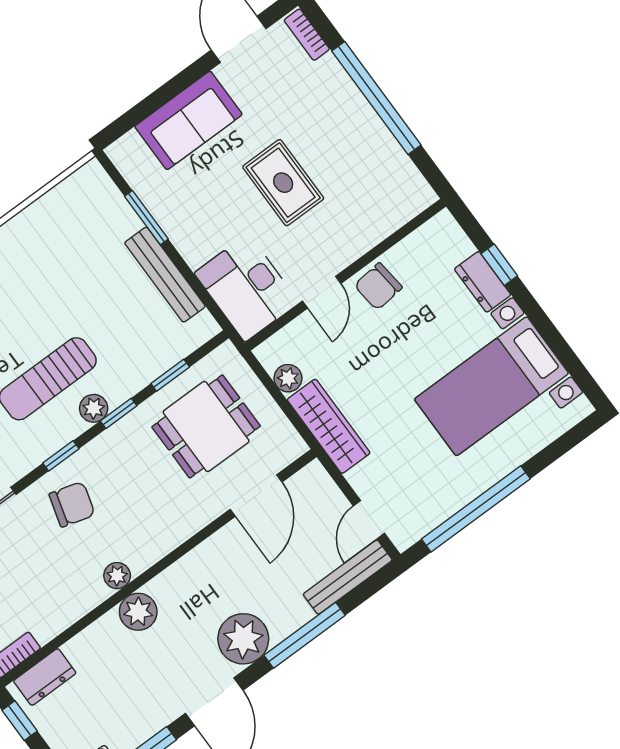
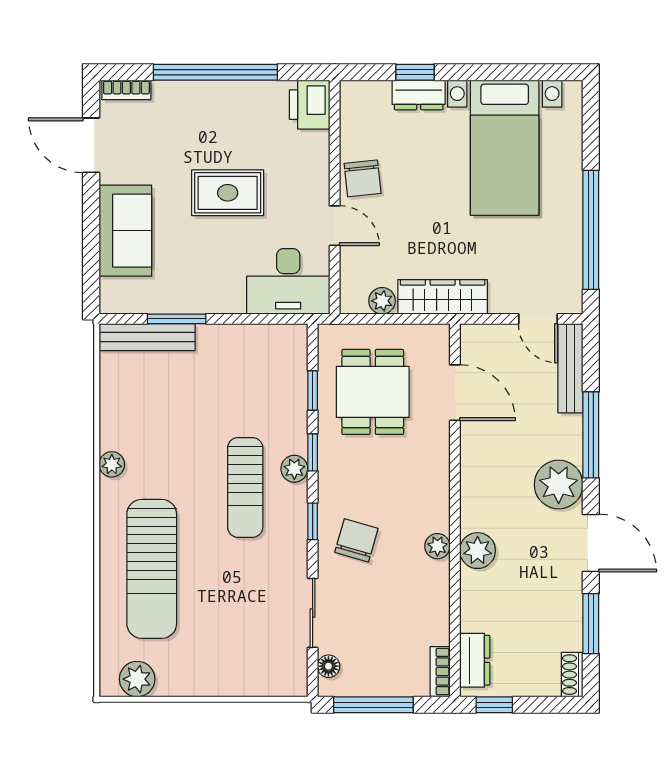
printer: (407, 197) -> (310, 105), added
bench: (165, 275) -> (147, 337), moved

